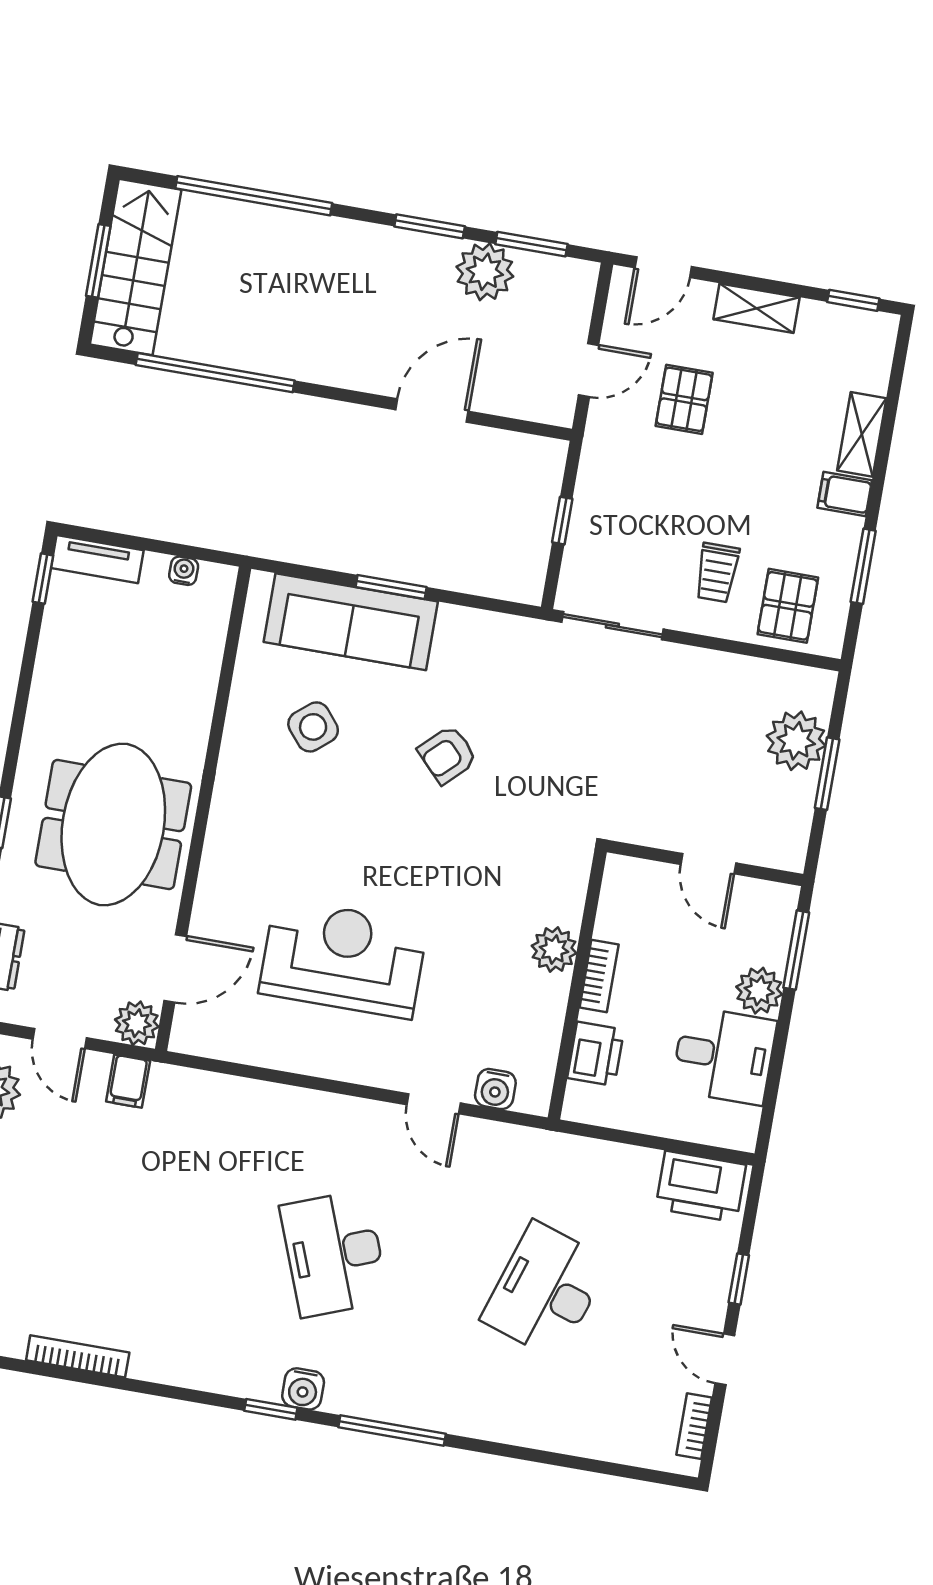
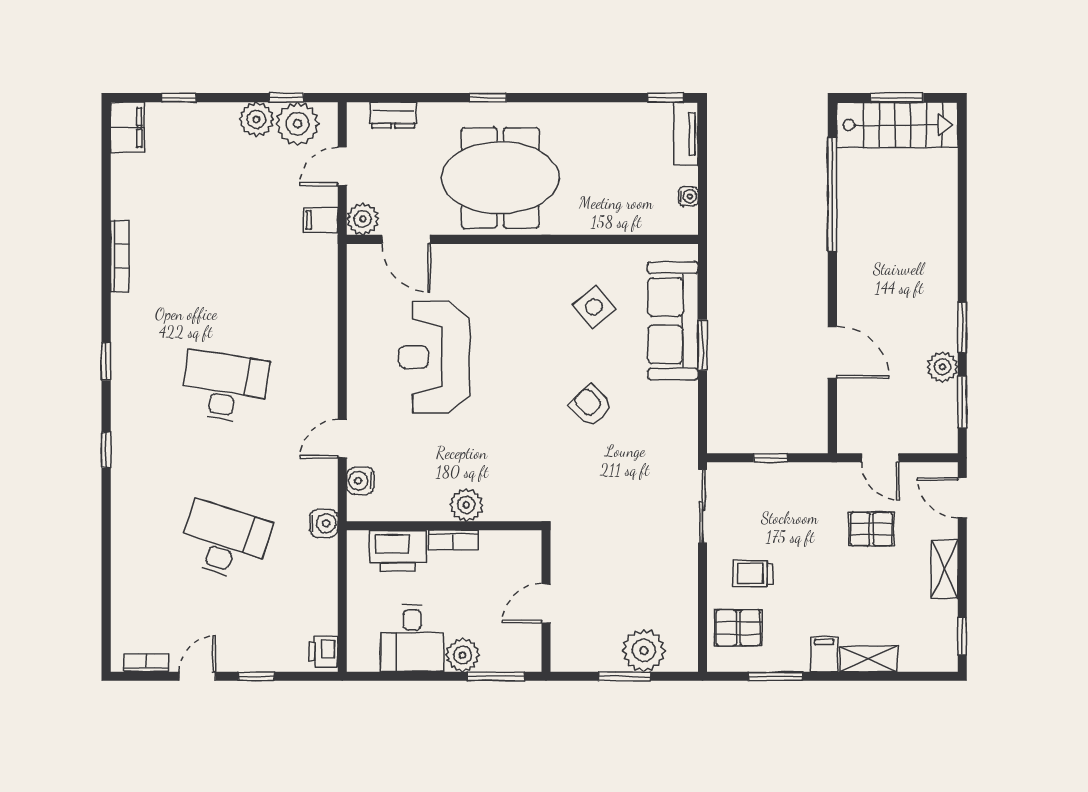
window: (254, 196) -> (962, 200), removed
plant: (485, 272) -> (943, 367), width x0.73, depth x0.73
reception desk: (343, 958) -> (434, 357), turned 180
printer: (596, 1054) -> (398, 551), width x1.37, depth x1.19
printer: (701, 1187) -> (324, 652), width x0.53, depth x0.68
desk: (334, 1253) -> (224, 387), turned 30
bookcase: (78, 1356) -> (120, 256), moved
water cooler: (303, 1389) -> (324, 523), moved, turned 180
window: (392, 1431) -> (106, 450), width x0.46

